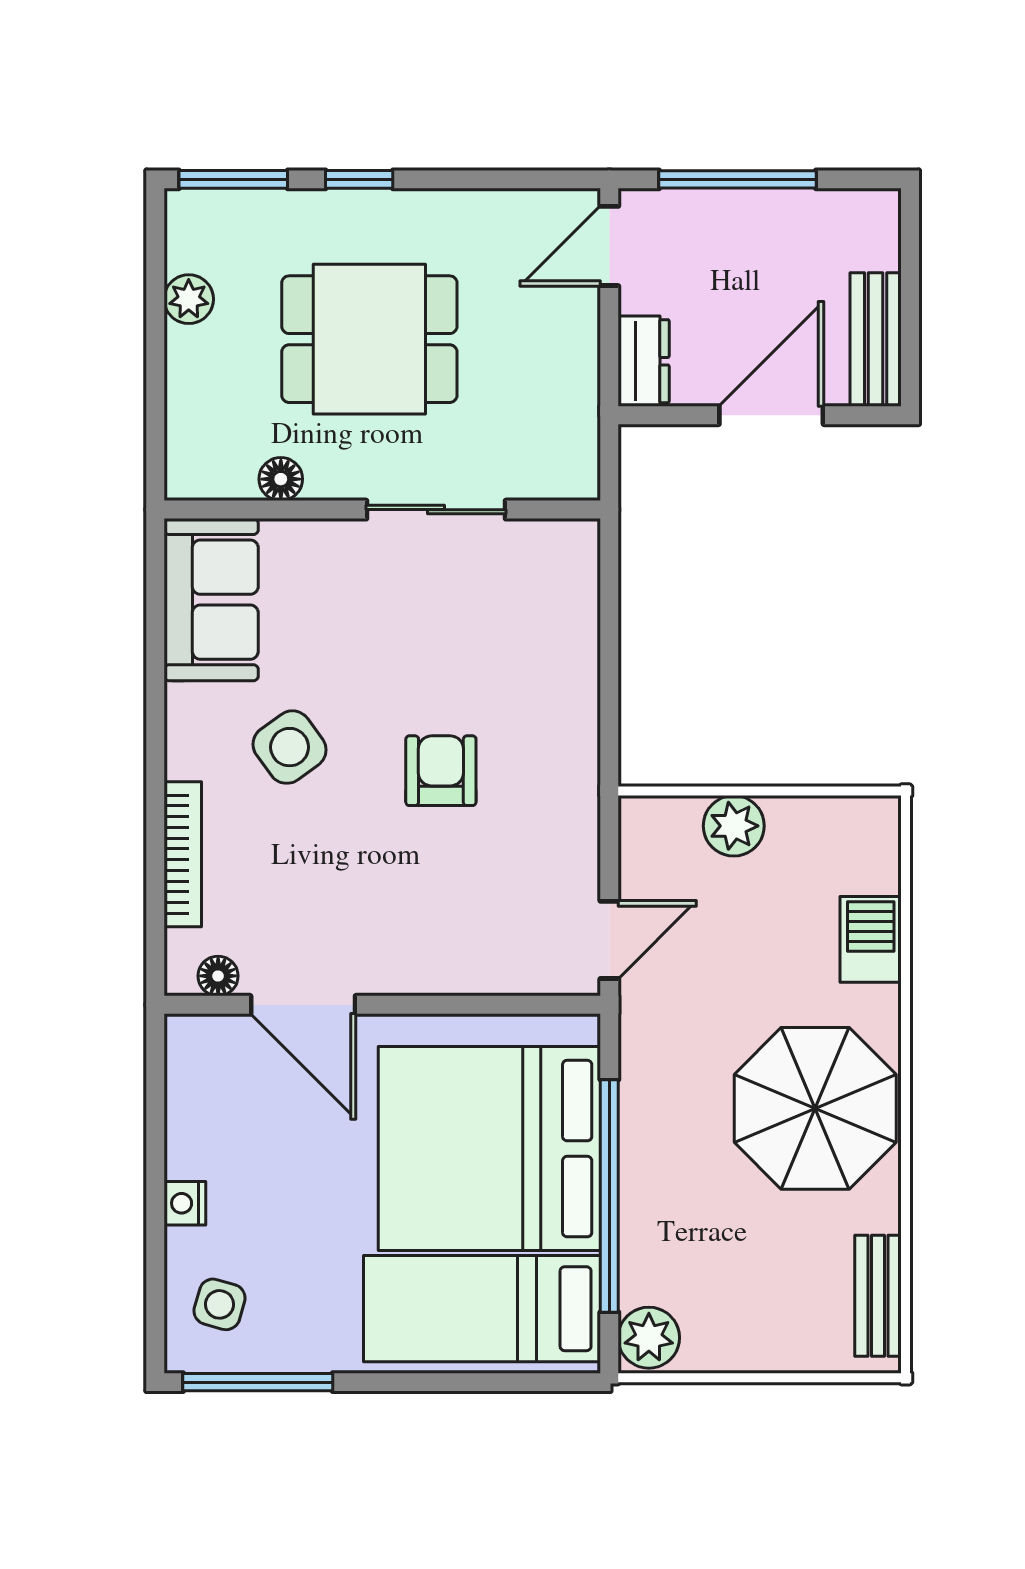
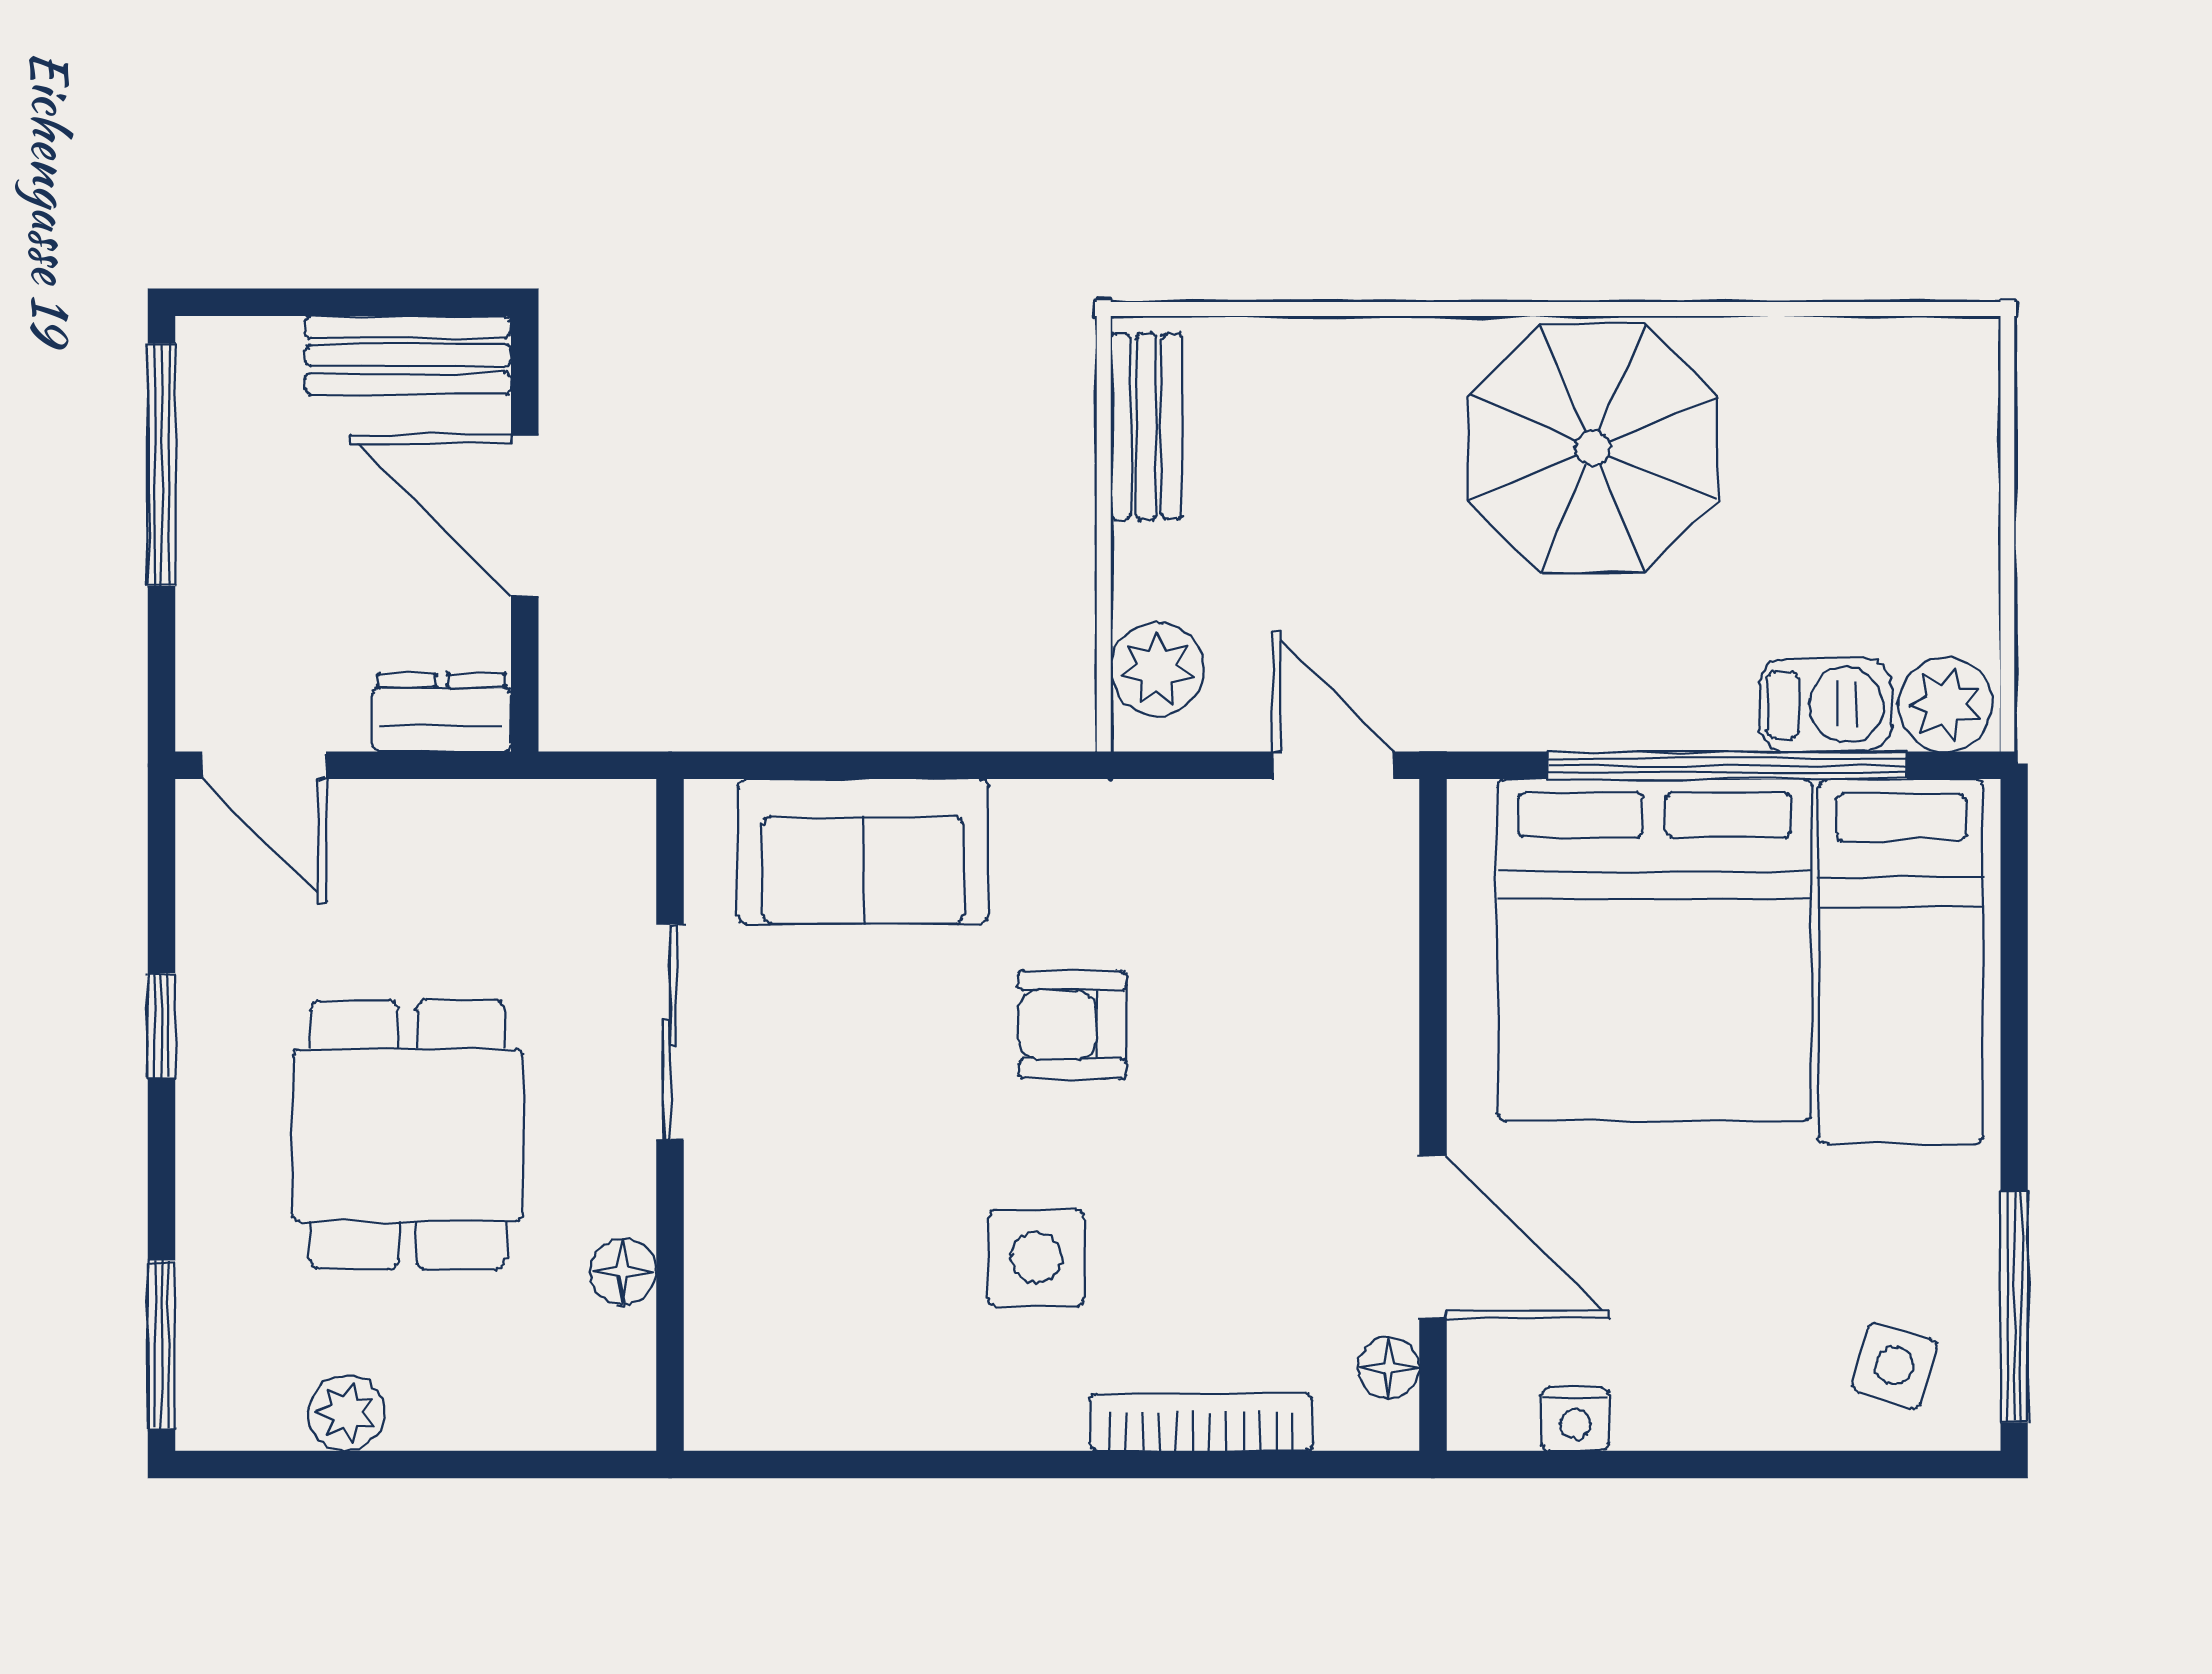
window: (359, 179) -> (162, 1025), moved
window: (737, 179) -> (162, 465), moved
sofa: (211, 600) -> (863, 851), moved, turned 180
side table: (290, 747) -> (1036, 1258), turned 36
plant: (734, 826) -> (1157, 669), moved
barbecue: (871, 939) -> (1825, 705), moved, turned 180
door: (303, 1005) -> (1433, 1237), hinge flipped
nightstand: (185, 1203) -> (1575, 1419), moved
bench: (878, 1296) -> (1146, 426), moved, turned 90

